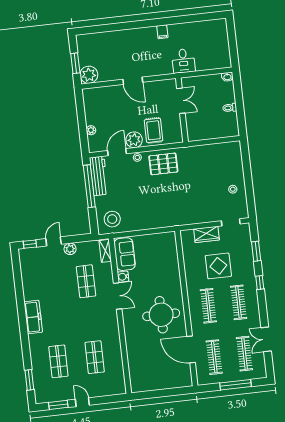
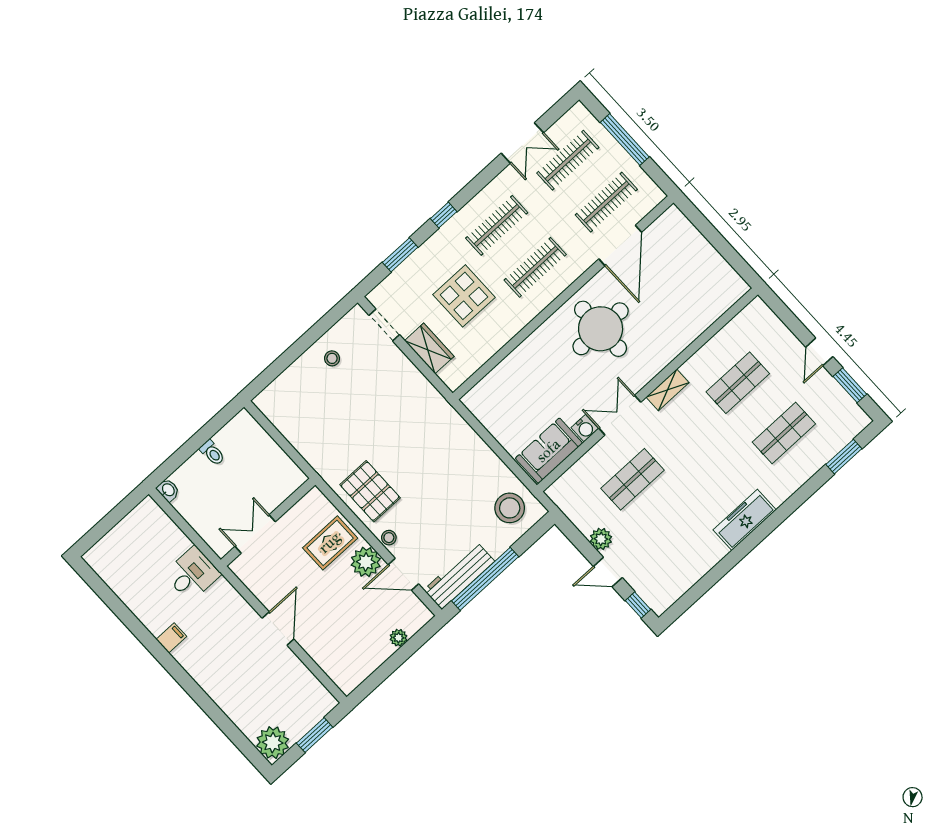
plant: (89, 75) -> (273, 743), moved
shelving: (105, 251) -> (667, 390), moved

